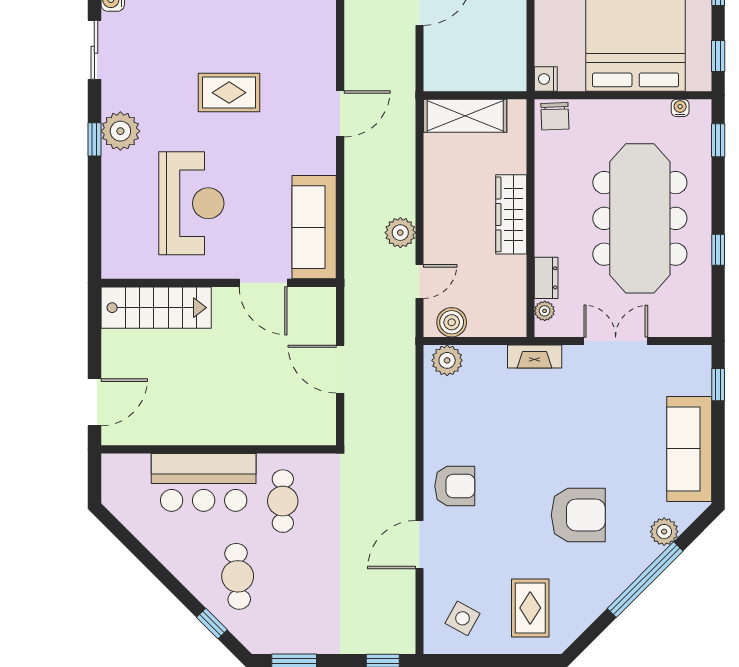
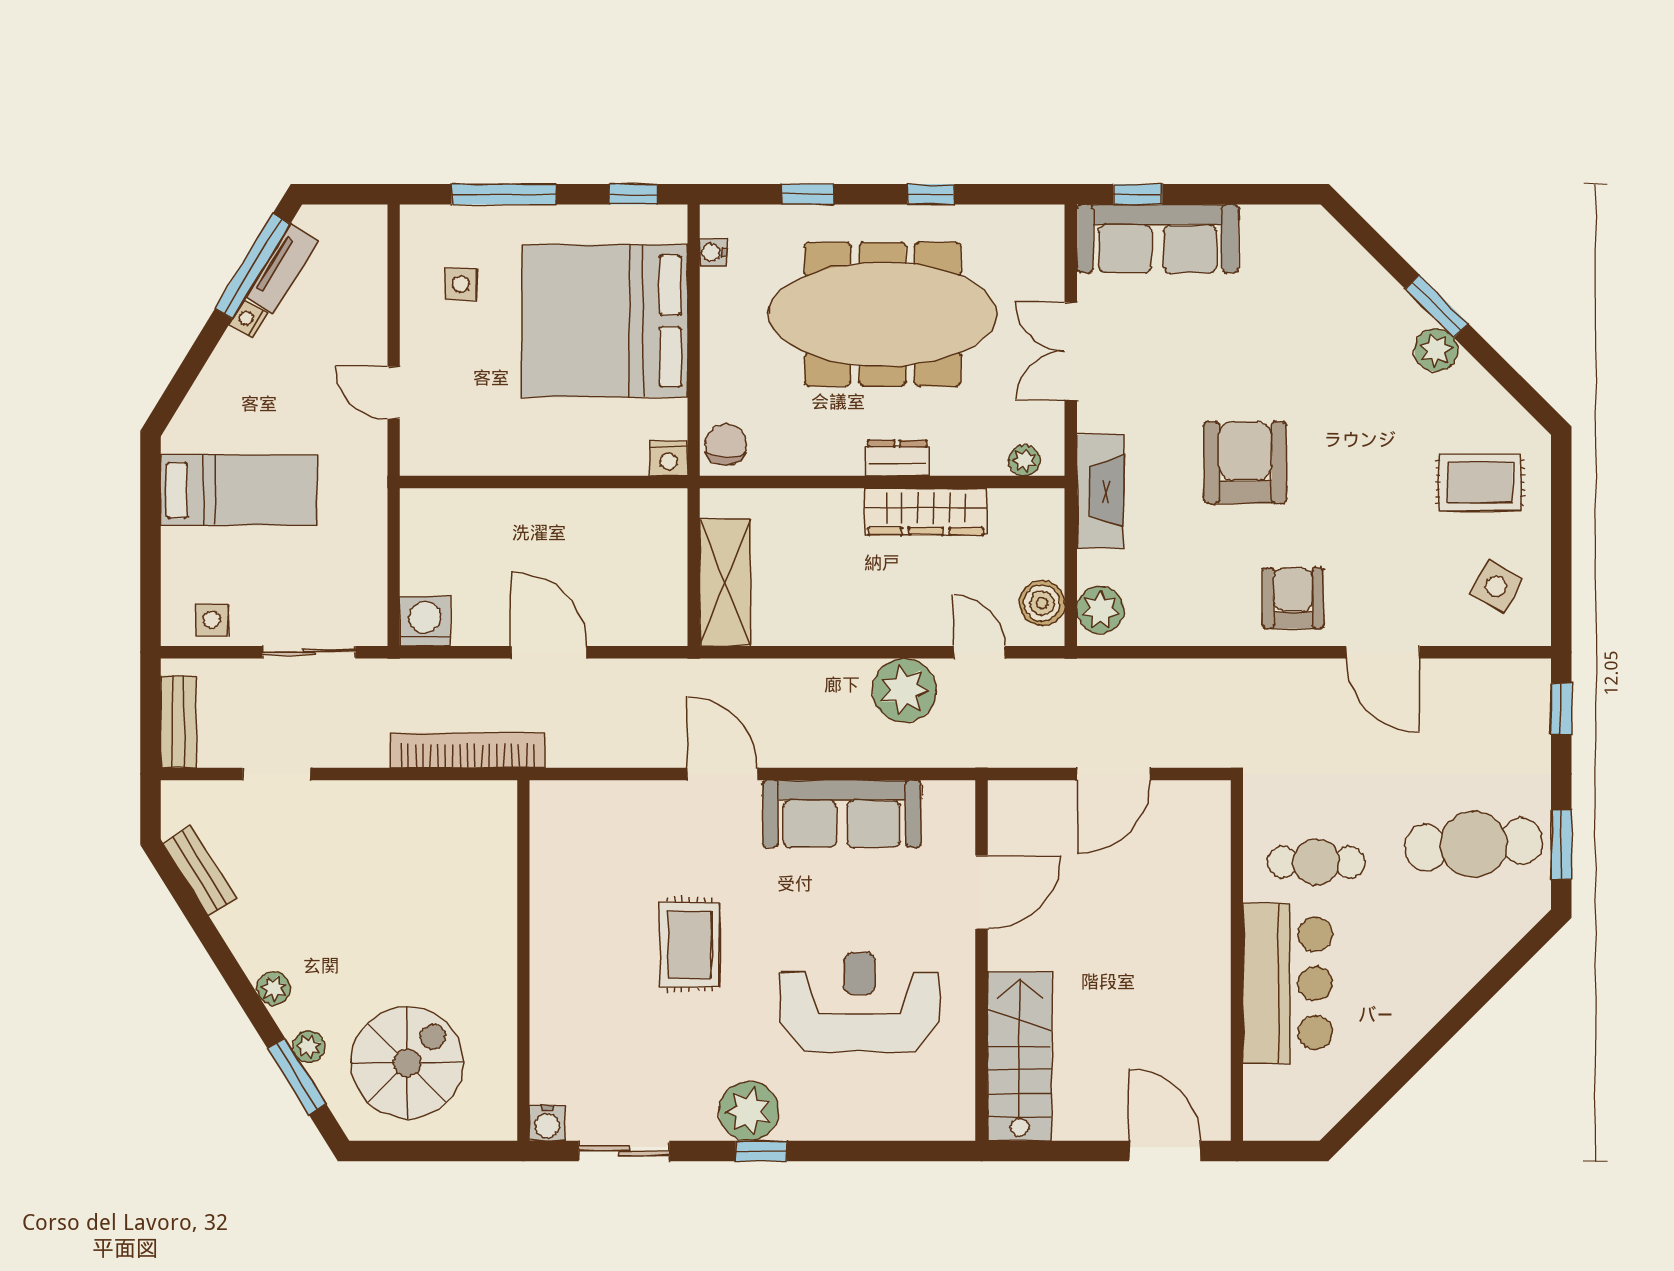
chair: (555, 116) -> (726, 445), turned -88
window: (718, 140) -> (808, 194), moved
wardrobe: (511, 214) -> (926, 512), moved
sofa: (314, 227) -> (842, 814), moved
plant: (400, 233) -> (904, 690), width x1.36, depth x1.36
dresser: (546, 278) -> (897, 458), moved
fireplace: (535, 357) -> (1100, 491), width x1.37, depth x1.32
sofa: (689, 449) -> (1158, 239), moved
armchair: (578, 515) -> (1245, 462), moved
plant: (664, 532) -> (1436, 350), moved
cafe table: (238, 576) -> (1474, 844), moved, width x1.37, depth x1.35
window: (645, 580) -> (1437, 306), width x0.47
window: (212, 624) -> (1504, 971), removed

